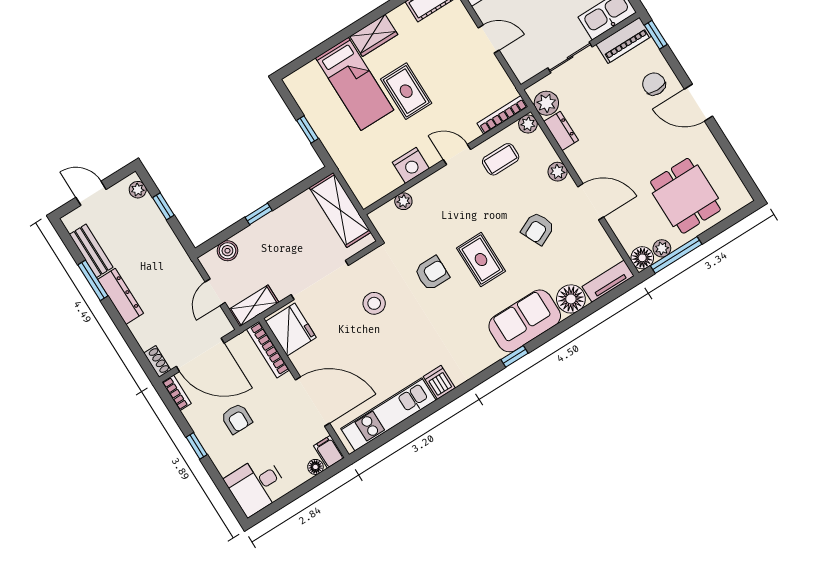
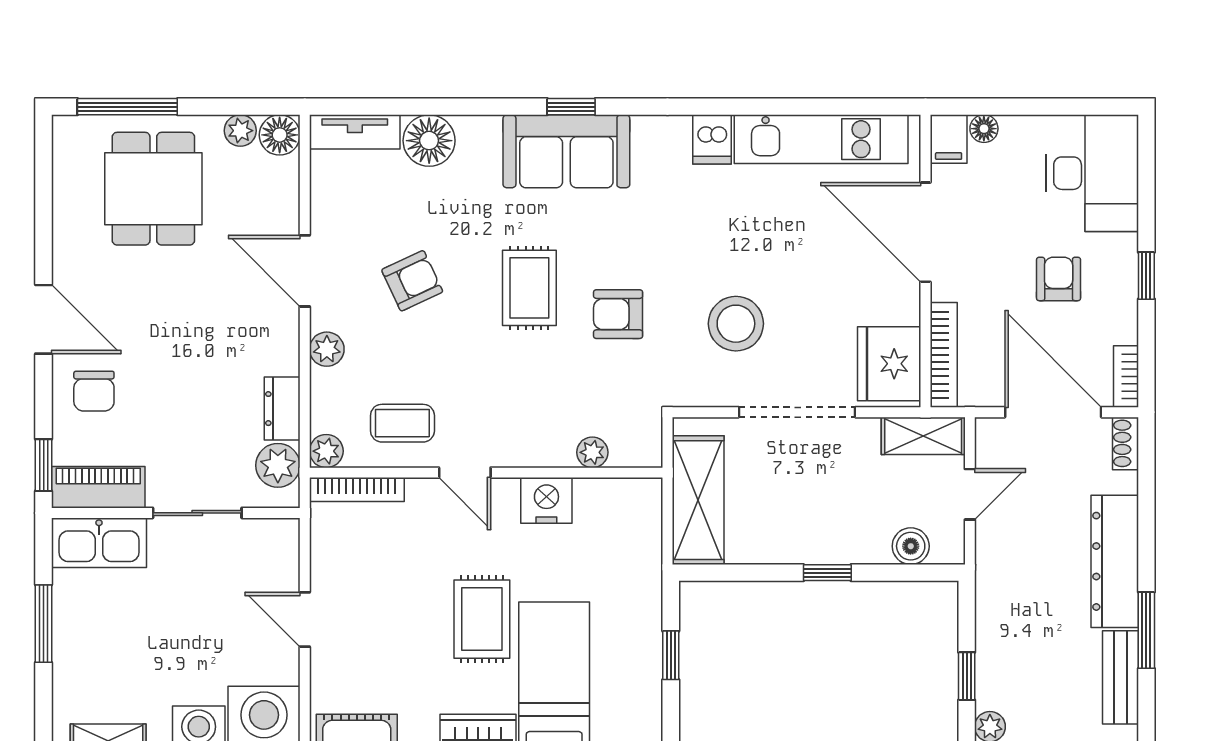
window: (676, 255) -> (127, 107), moved
dresser: (120, 296) -> (1115, 561), width x1.37, depth x1.24
stool: (374, 303) -> (736, 324), width x1.38, depth x1.38
sofa: (525, 321) -> (566, 151), moved
desk: (256, 485) -> (1092, 173), width x1.37

